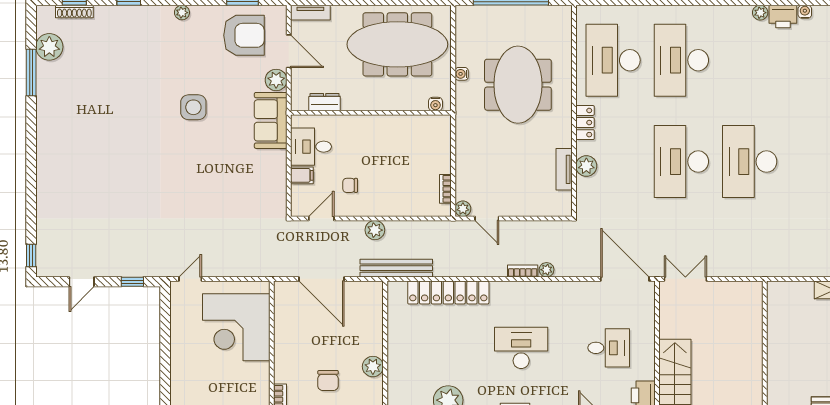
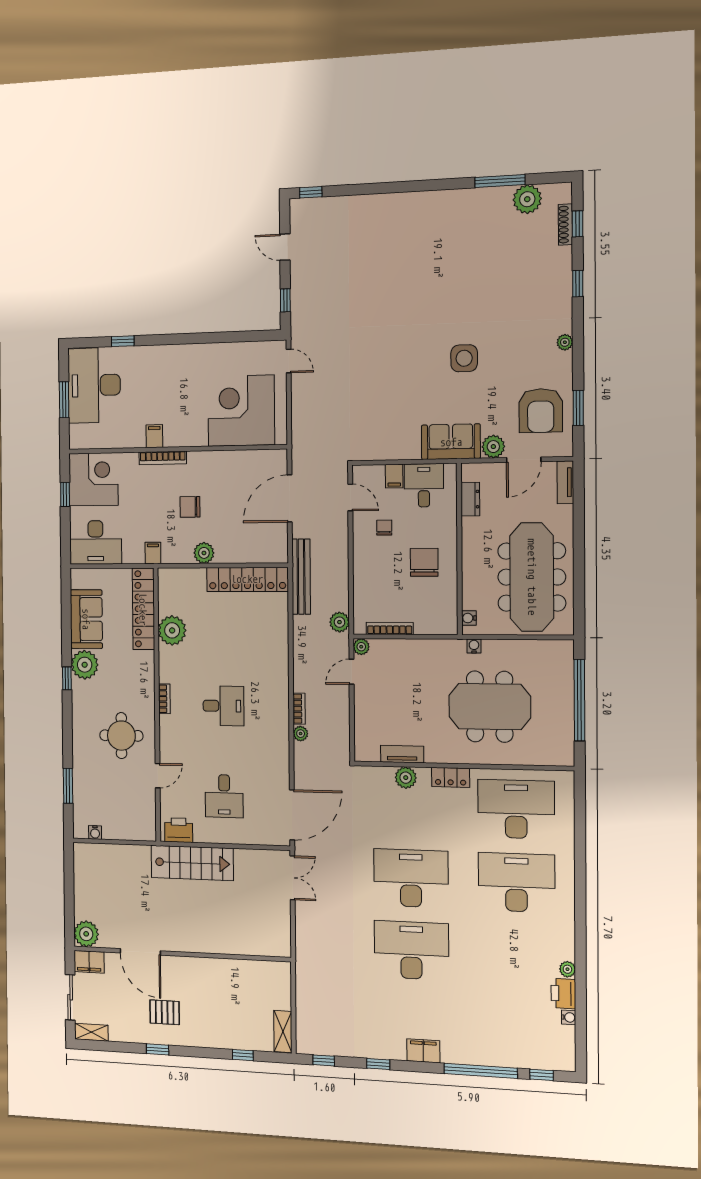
water cooler: (462, 74) -> (474, 646), moved
chair: (383, 147) -> (424, 562), added
bookcase: (445, 189) -> (390, 628), width x1.56
plant: (375, 230) -> (339, 622), moved
locker: (448, 293) -> (247, 579), moved, turned -90
desk: (521, 348) -> (223, 706), width x0.73

